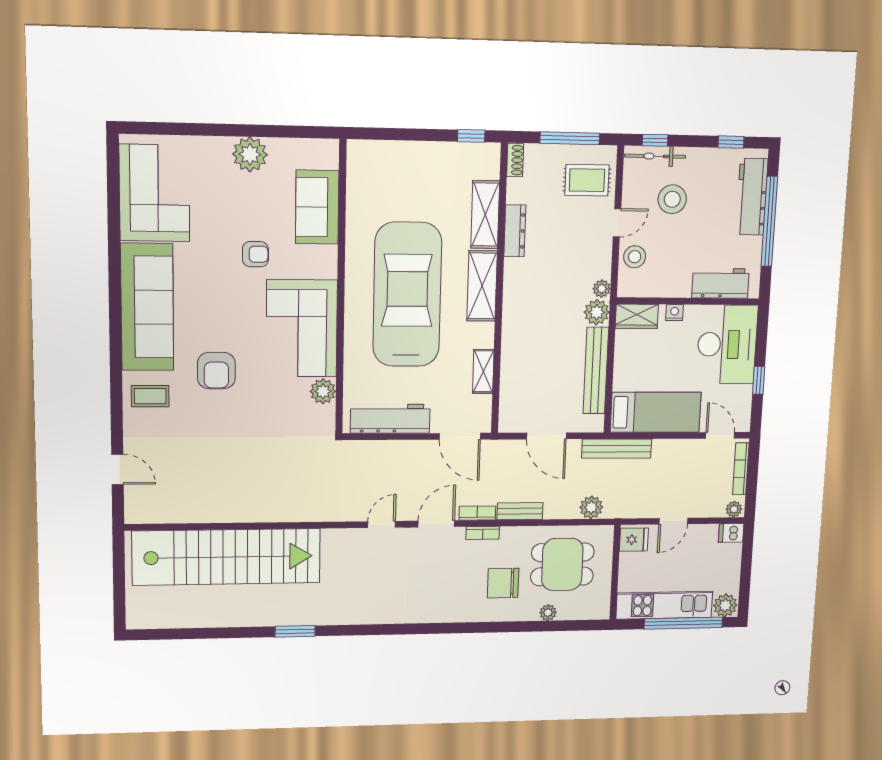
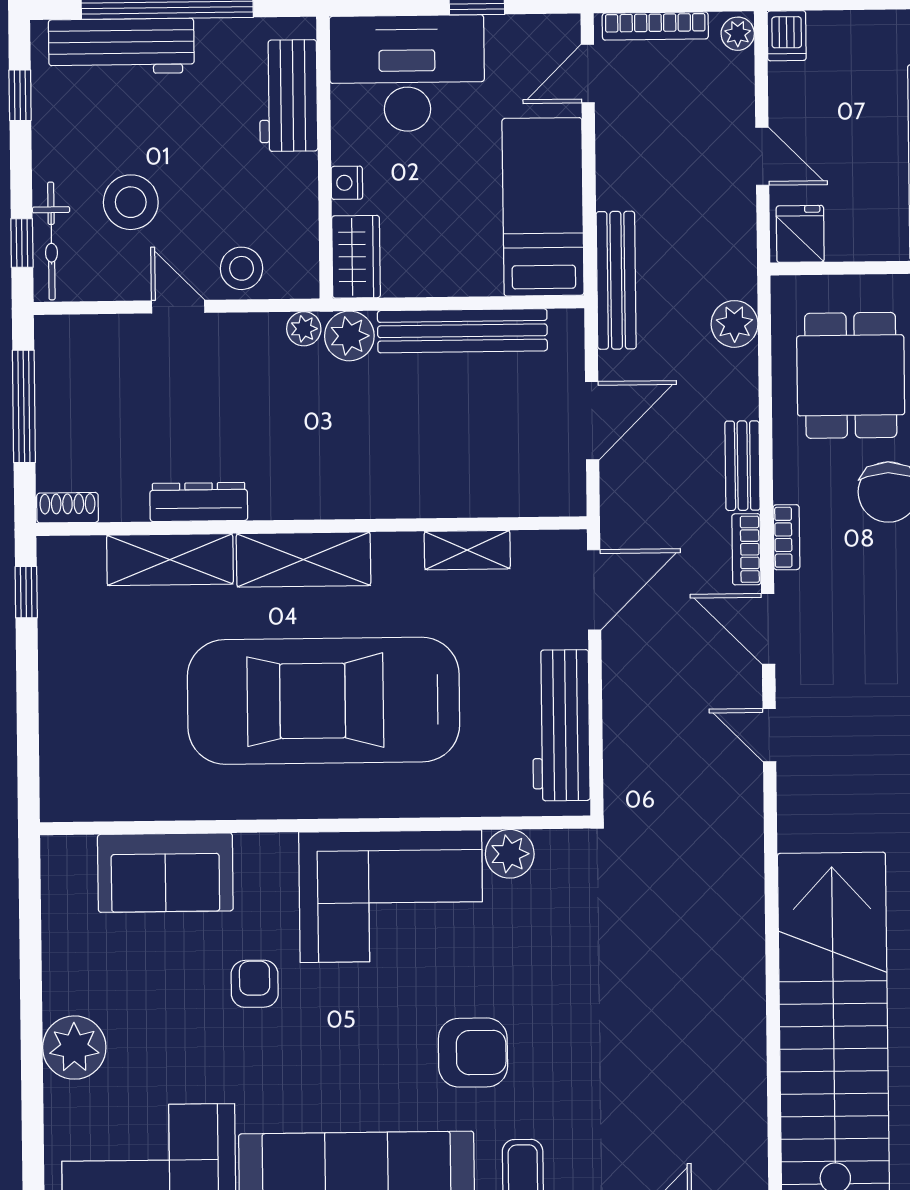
plant: (250, 154) -> (74, 1048), moved
rug: (587, 180) -> (100, 369), removed

